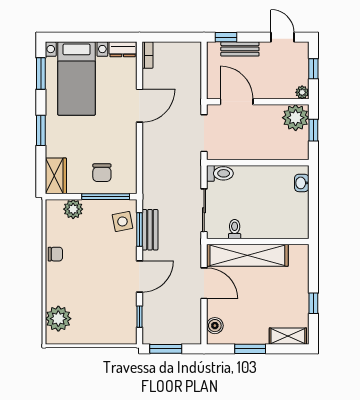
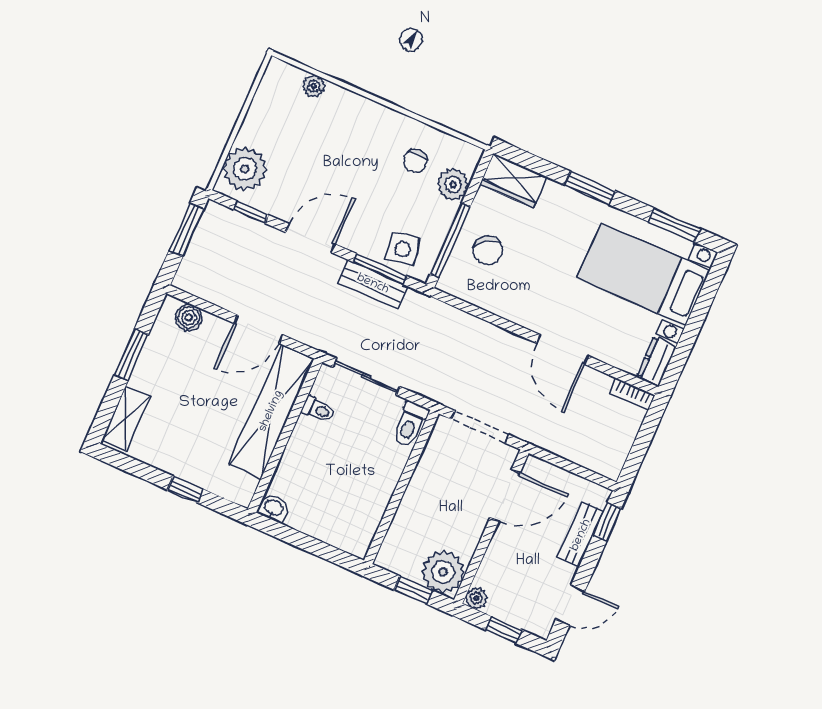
chair: (102, 173) -> (488, 250), turned -124
washbasin: (302, 183) -> (273, 508), moved
chair: (55, 254) -> (415, 161), moved
door: (139, 277) -> (310, 238), swing flipped
window: (313, 303) -> (185, 490), moved
plant: (58, 319) -> (314, 86), width x0.53, depth x0.53
plant: (117, 331) -> (245, 169), added

